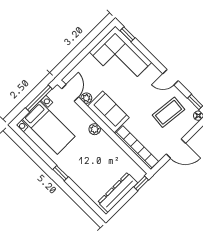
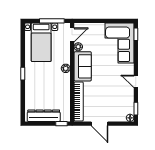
coffee table: (169, 112) -> (116, 100), removed

